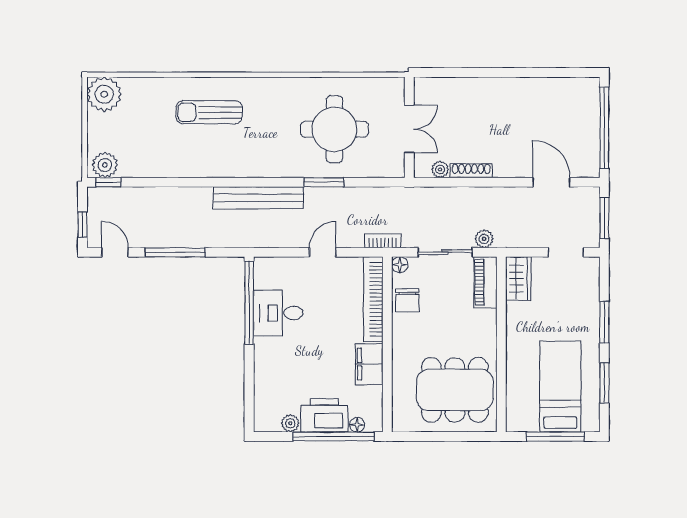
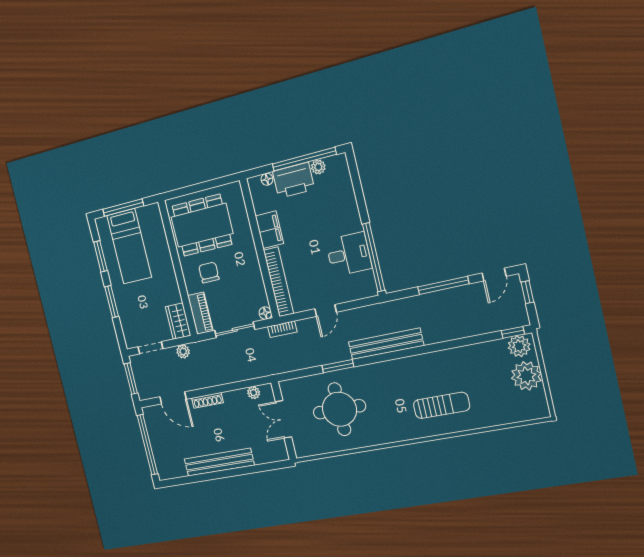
bench: (509, 89) -> (219, 462), added
plant: (104, 94) -> (526, 376), moved
shoe rack: (471, 171) -> (207, 400), moved
plant: (484, 239) -> (183, 351), moved
door: (115, 252) -> (494, 275), hinge flipped
chair: (407, 300) -> (209, 273), moved
window: (334, 437) -> (304, 159), moved

